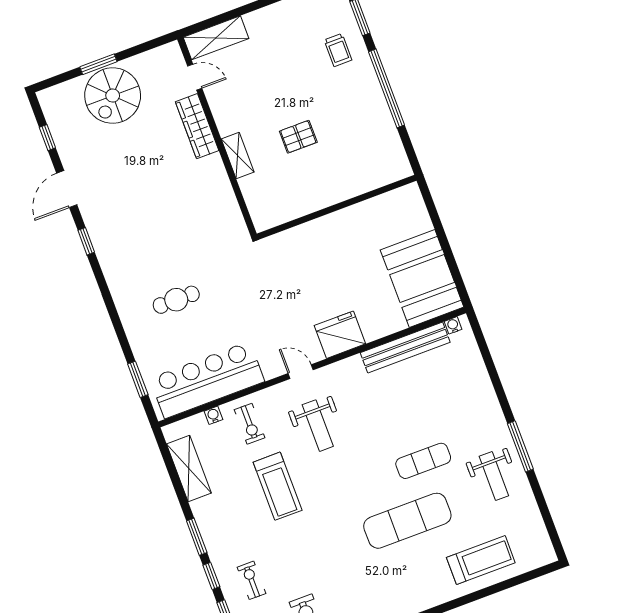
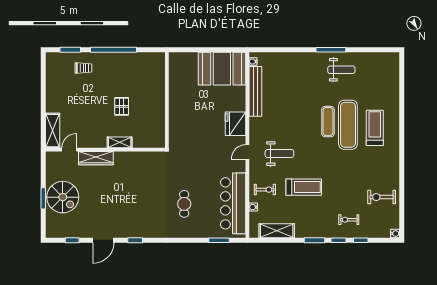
door: (67, 189) -> (103, 240), hinge flipped
exercise mat: (423, 461) -> (328, 122), moved
treadmill: (481, 560) -> (375, 128), moved

